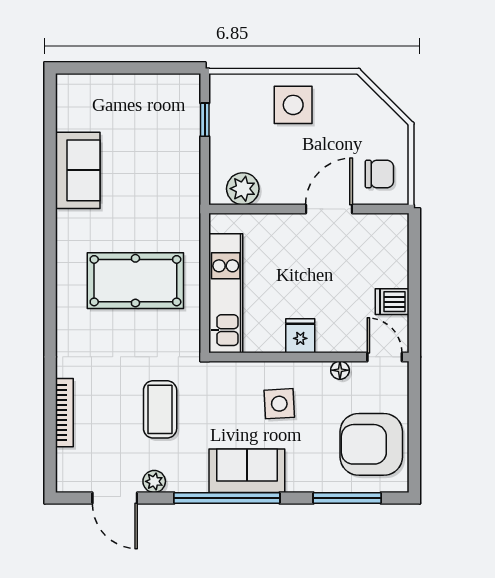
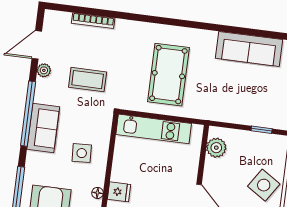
side table: (293, 105) -> (264, 185), turned 33
sofa: (78, 170) -> (249, 49), width x1.36
fridge: (300, 336) -> (119, 192), moved

